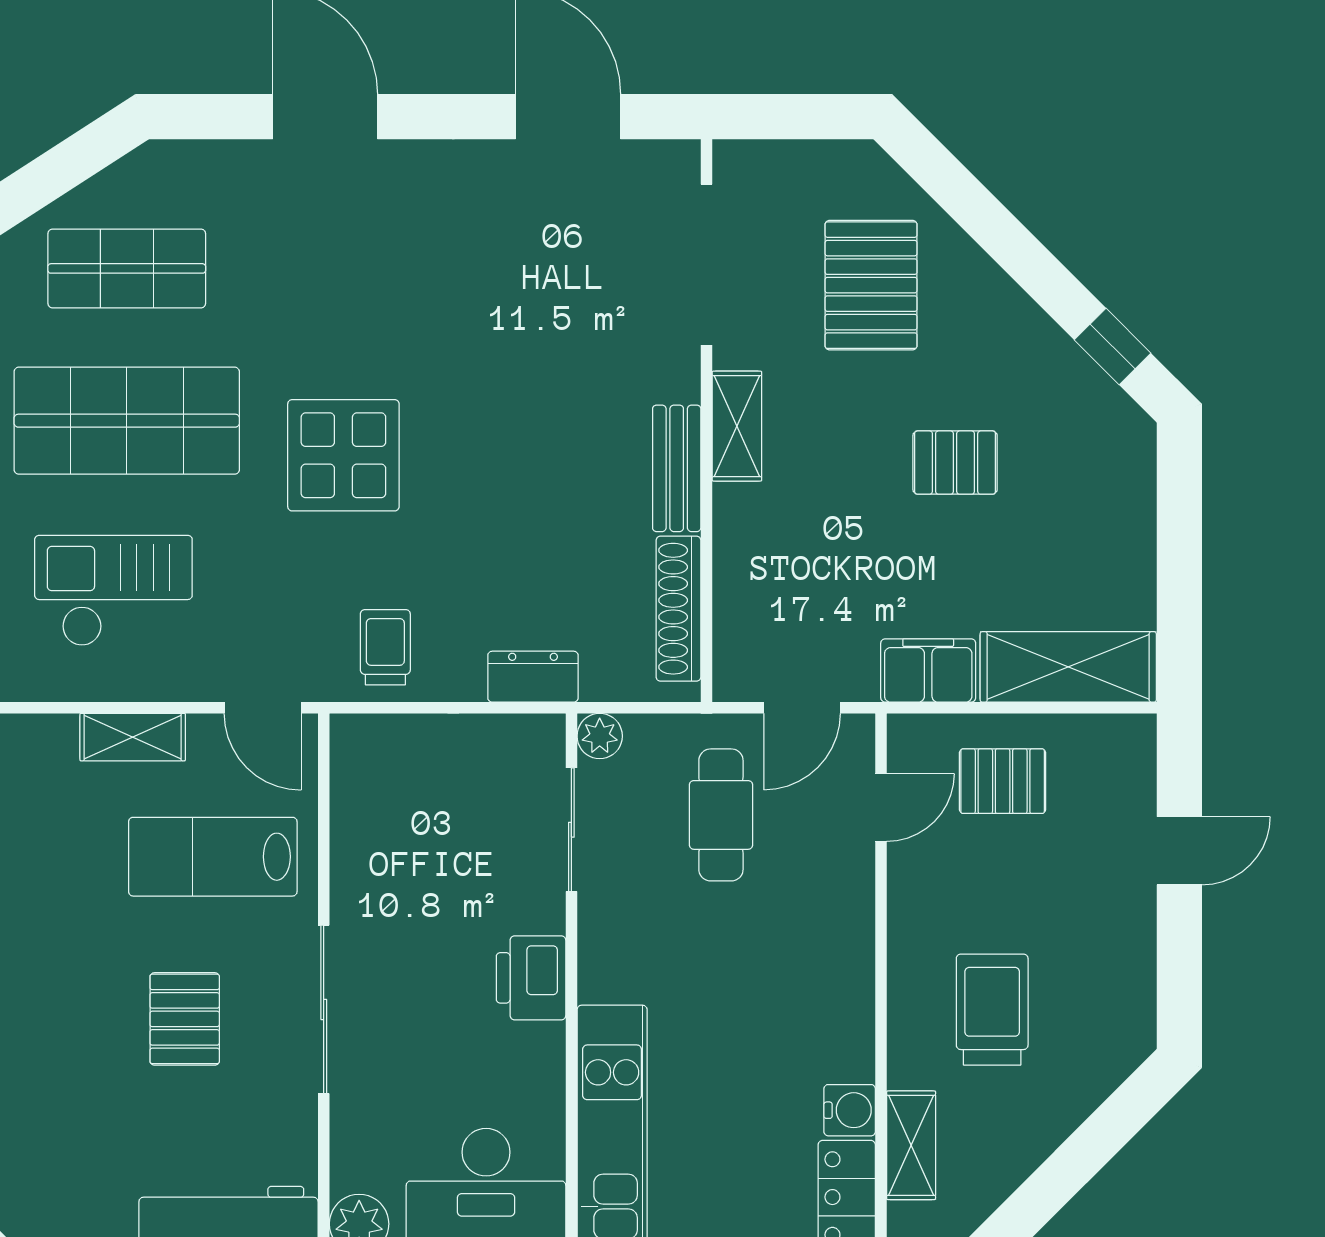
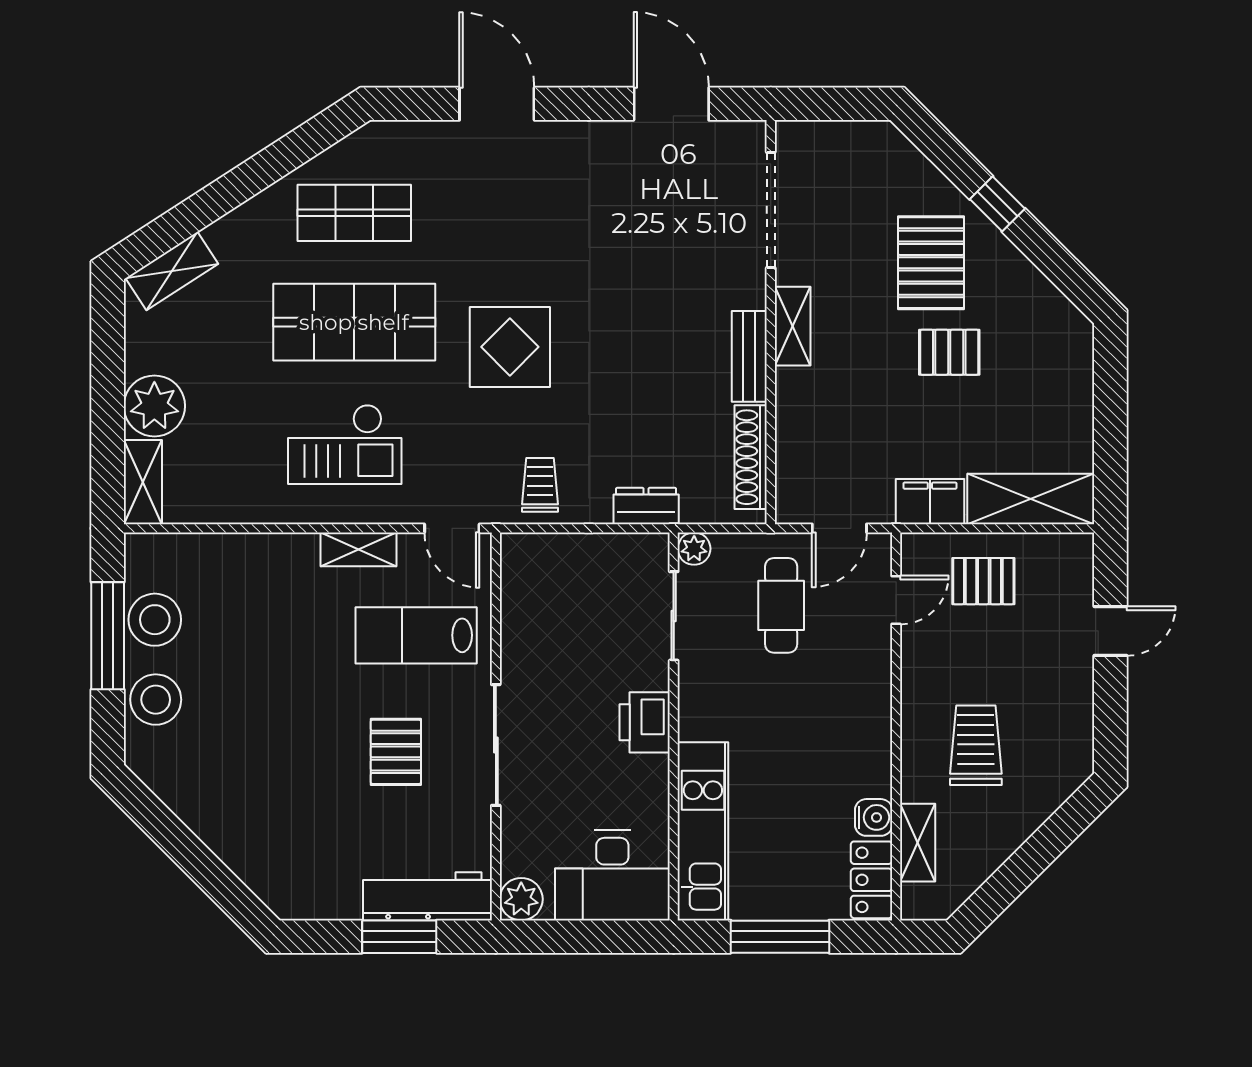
pallet: (871, 285) -> (931, 263), moved
window: (1113, 346) -> (997, 204), moved
checkout: (113, 591) -> (345, 444), turned 180

